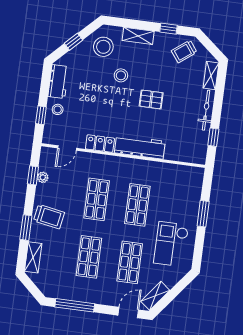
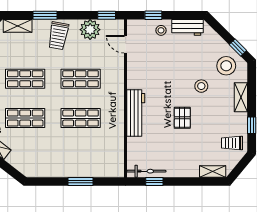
window: (74, 42) -> (238, 48), moved
trolley: (184, 51) -> (232, 143), turned -53
bicycle: (206, 110) -> (146, 171), moved
locker: (100, 144) -> (134, 75), removed
window: (33, 175) -> (107, 15), moved
plant: (43, 177) -> (90, 30), width x1.88, depth x1.88
checkout: (171, 244) -> (48, 155), removed

